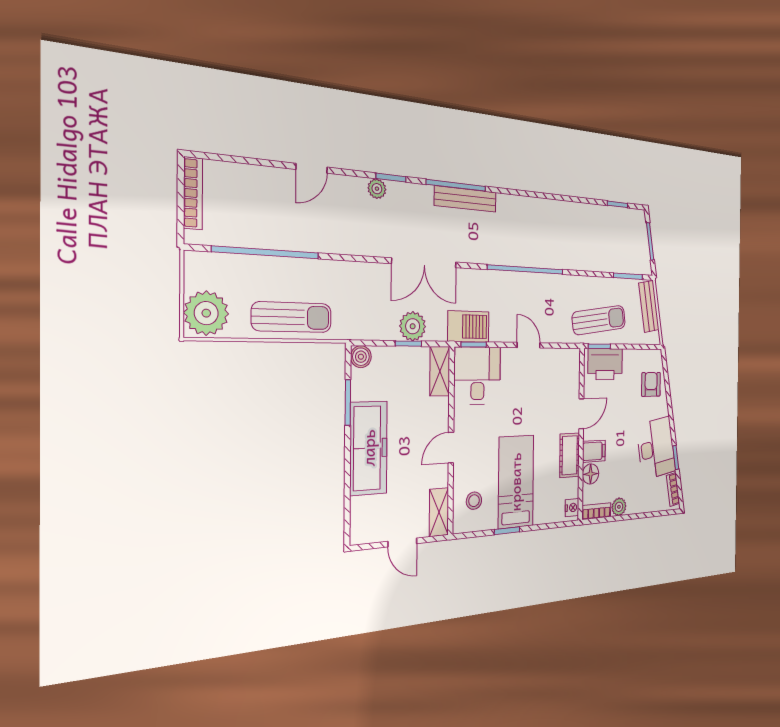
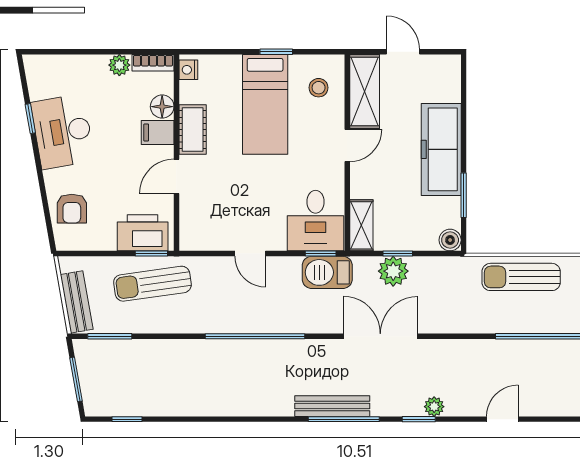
bookcase: (673, 489) -> (34, 80), removed
shelving: (439, 512) -> (365, 91), width x1.50, depth x1.33

